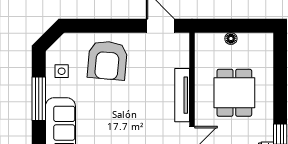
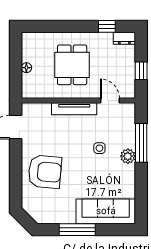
side table: (62, 71) -> (99, 148), moved
dining table: (234, 93) -> (72, 65), turned 90

